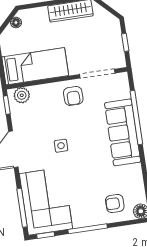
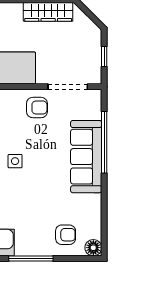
armchair: (73, 96) -> (37, 108), turned -89
armchair: (115, 203) -> (66, 235), turned 180

